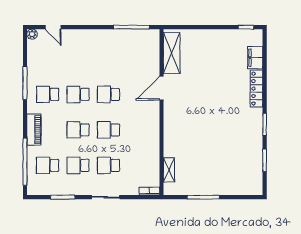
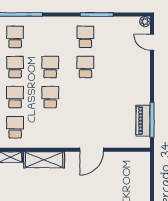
door: (53, 27) -> (152, 42), hinge flipped
shelving: (172, 53) -> (44, 160), moved
door: (162, 88) -> (92, 150), swing flipped
school desk: (108, 94) -> (15, 127), moved
piano: (34, 130) -> (143, 121), moved, turned 90

